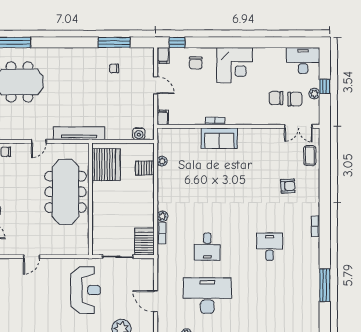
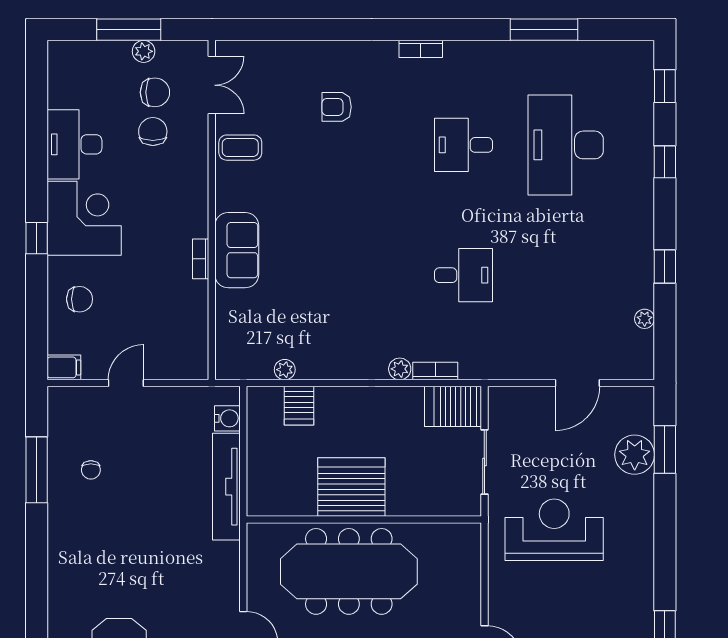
window: (177, 42) -> (37, 238), moved
desk: (303, 61) -> (74, 144), moved
window: (325, 87) -> (129, 30), width x2.17
chair: (276, 98) -> (153, 131), turned 180
chair: (295, 99) -> (155, 92), turned 90
filing cabinet: (163, 117) -> (193, 368), removed
tv unit: (79, 133) -> (226, 487), moved
coffee table: (310, 156) -> (240, 148), moved
server rack: (106, 165) -> (351, 487), moved
armchair: (288, 186) -> (337, 107), turned -87
desk: (207, 296) -> (566, 145), moved

